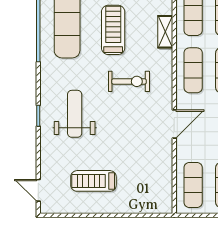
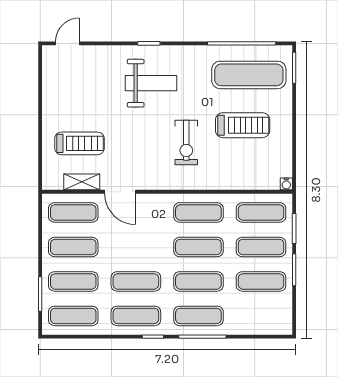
shelving: (165, 32) -> (82, 182), moved
door: (174, 124) -> (120, 192), moved
treadmill: (93, 181) -> (80, 143), moved, turned 90

